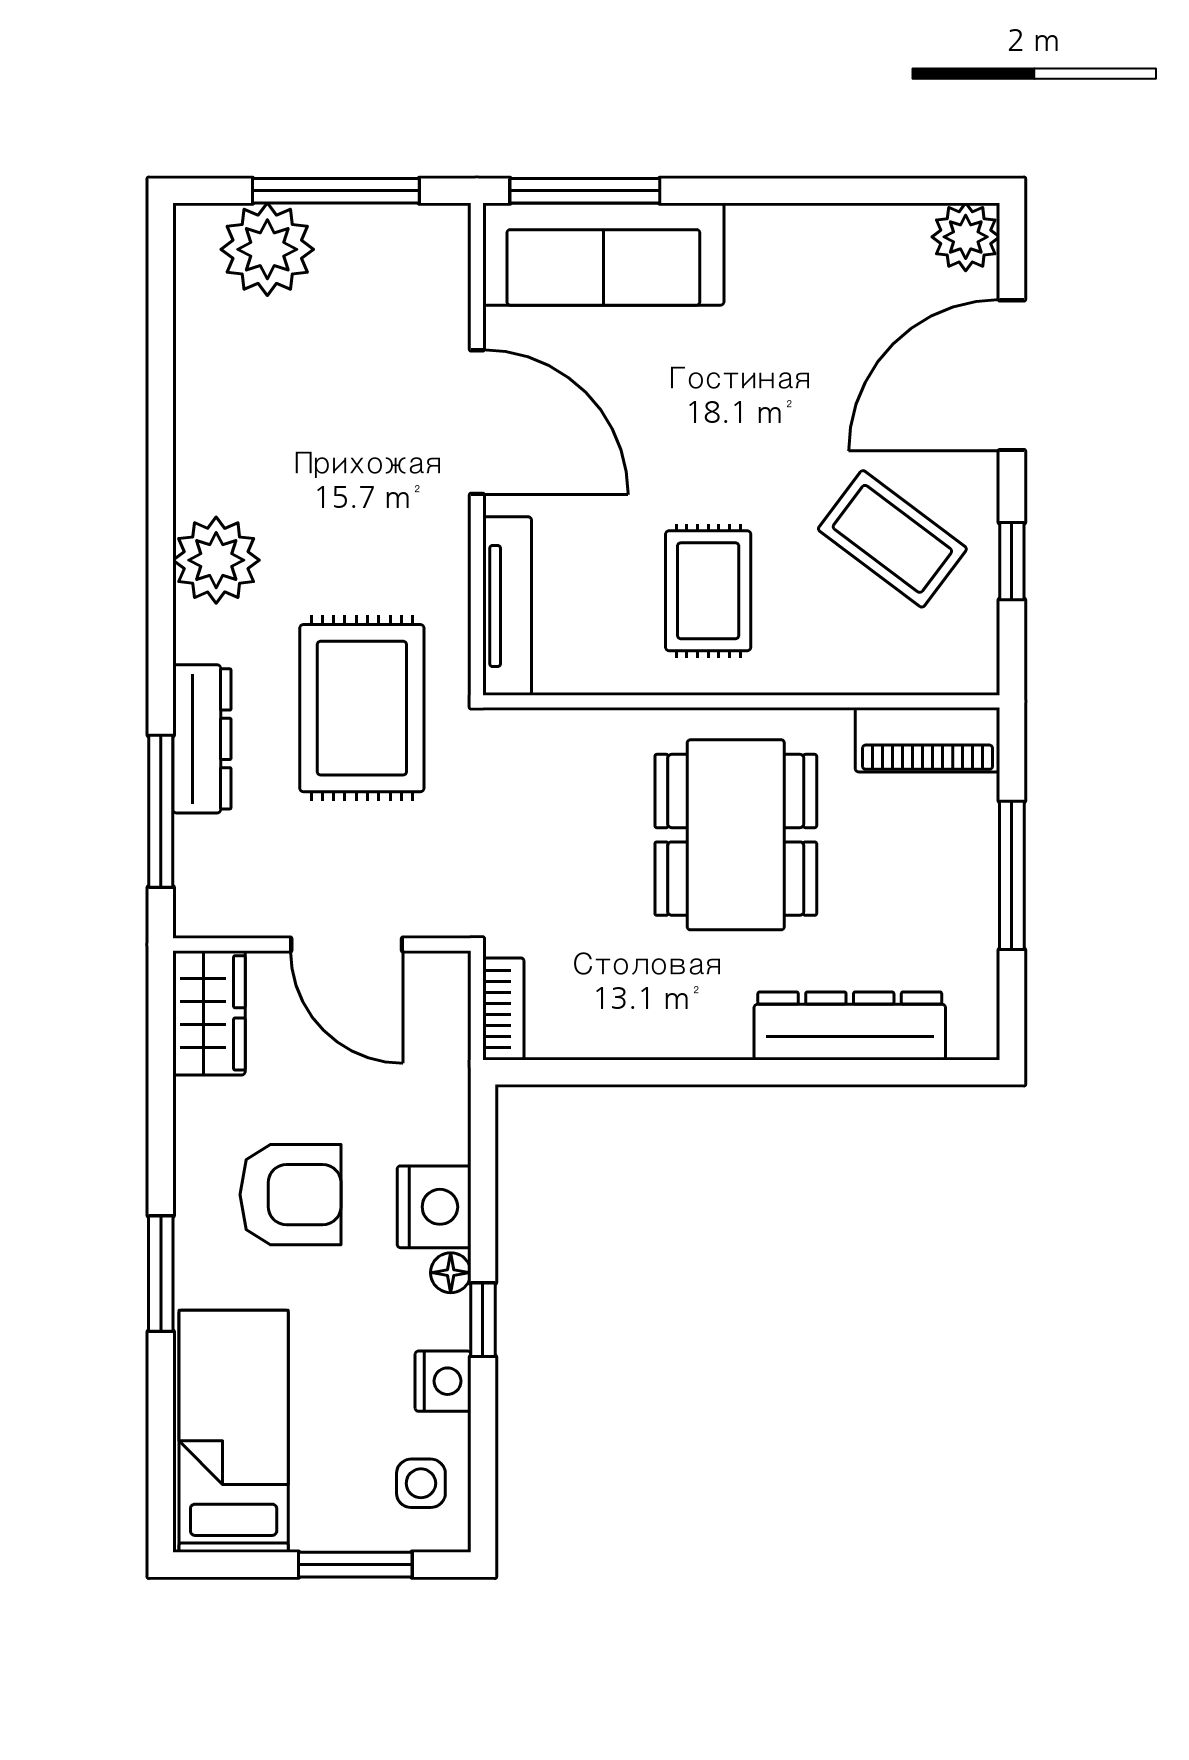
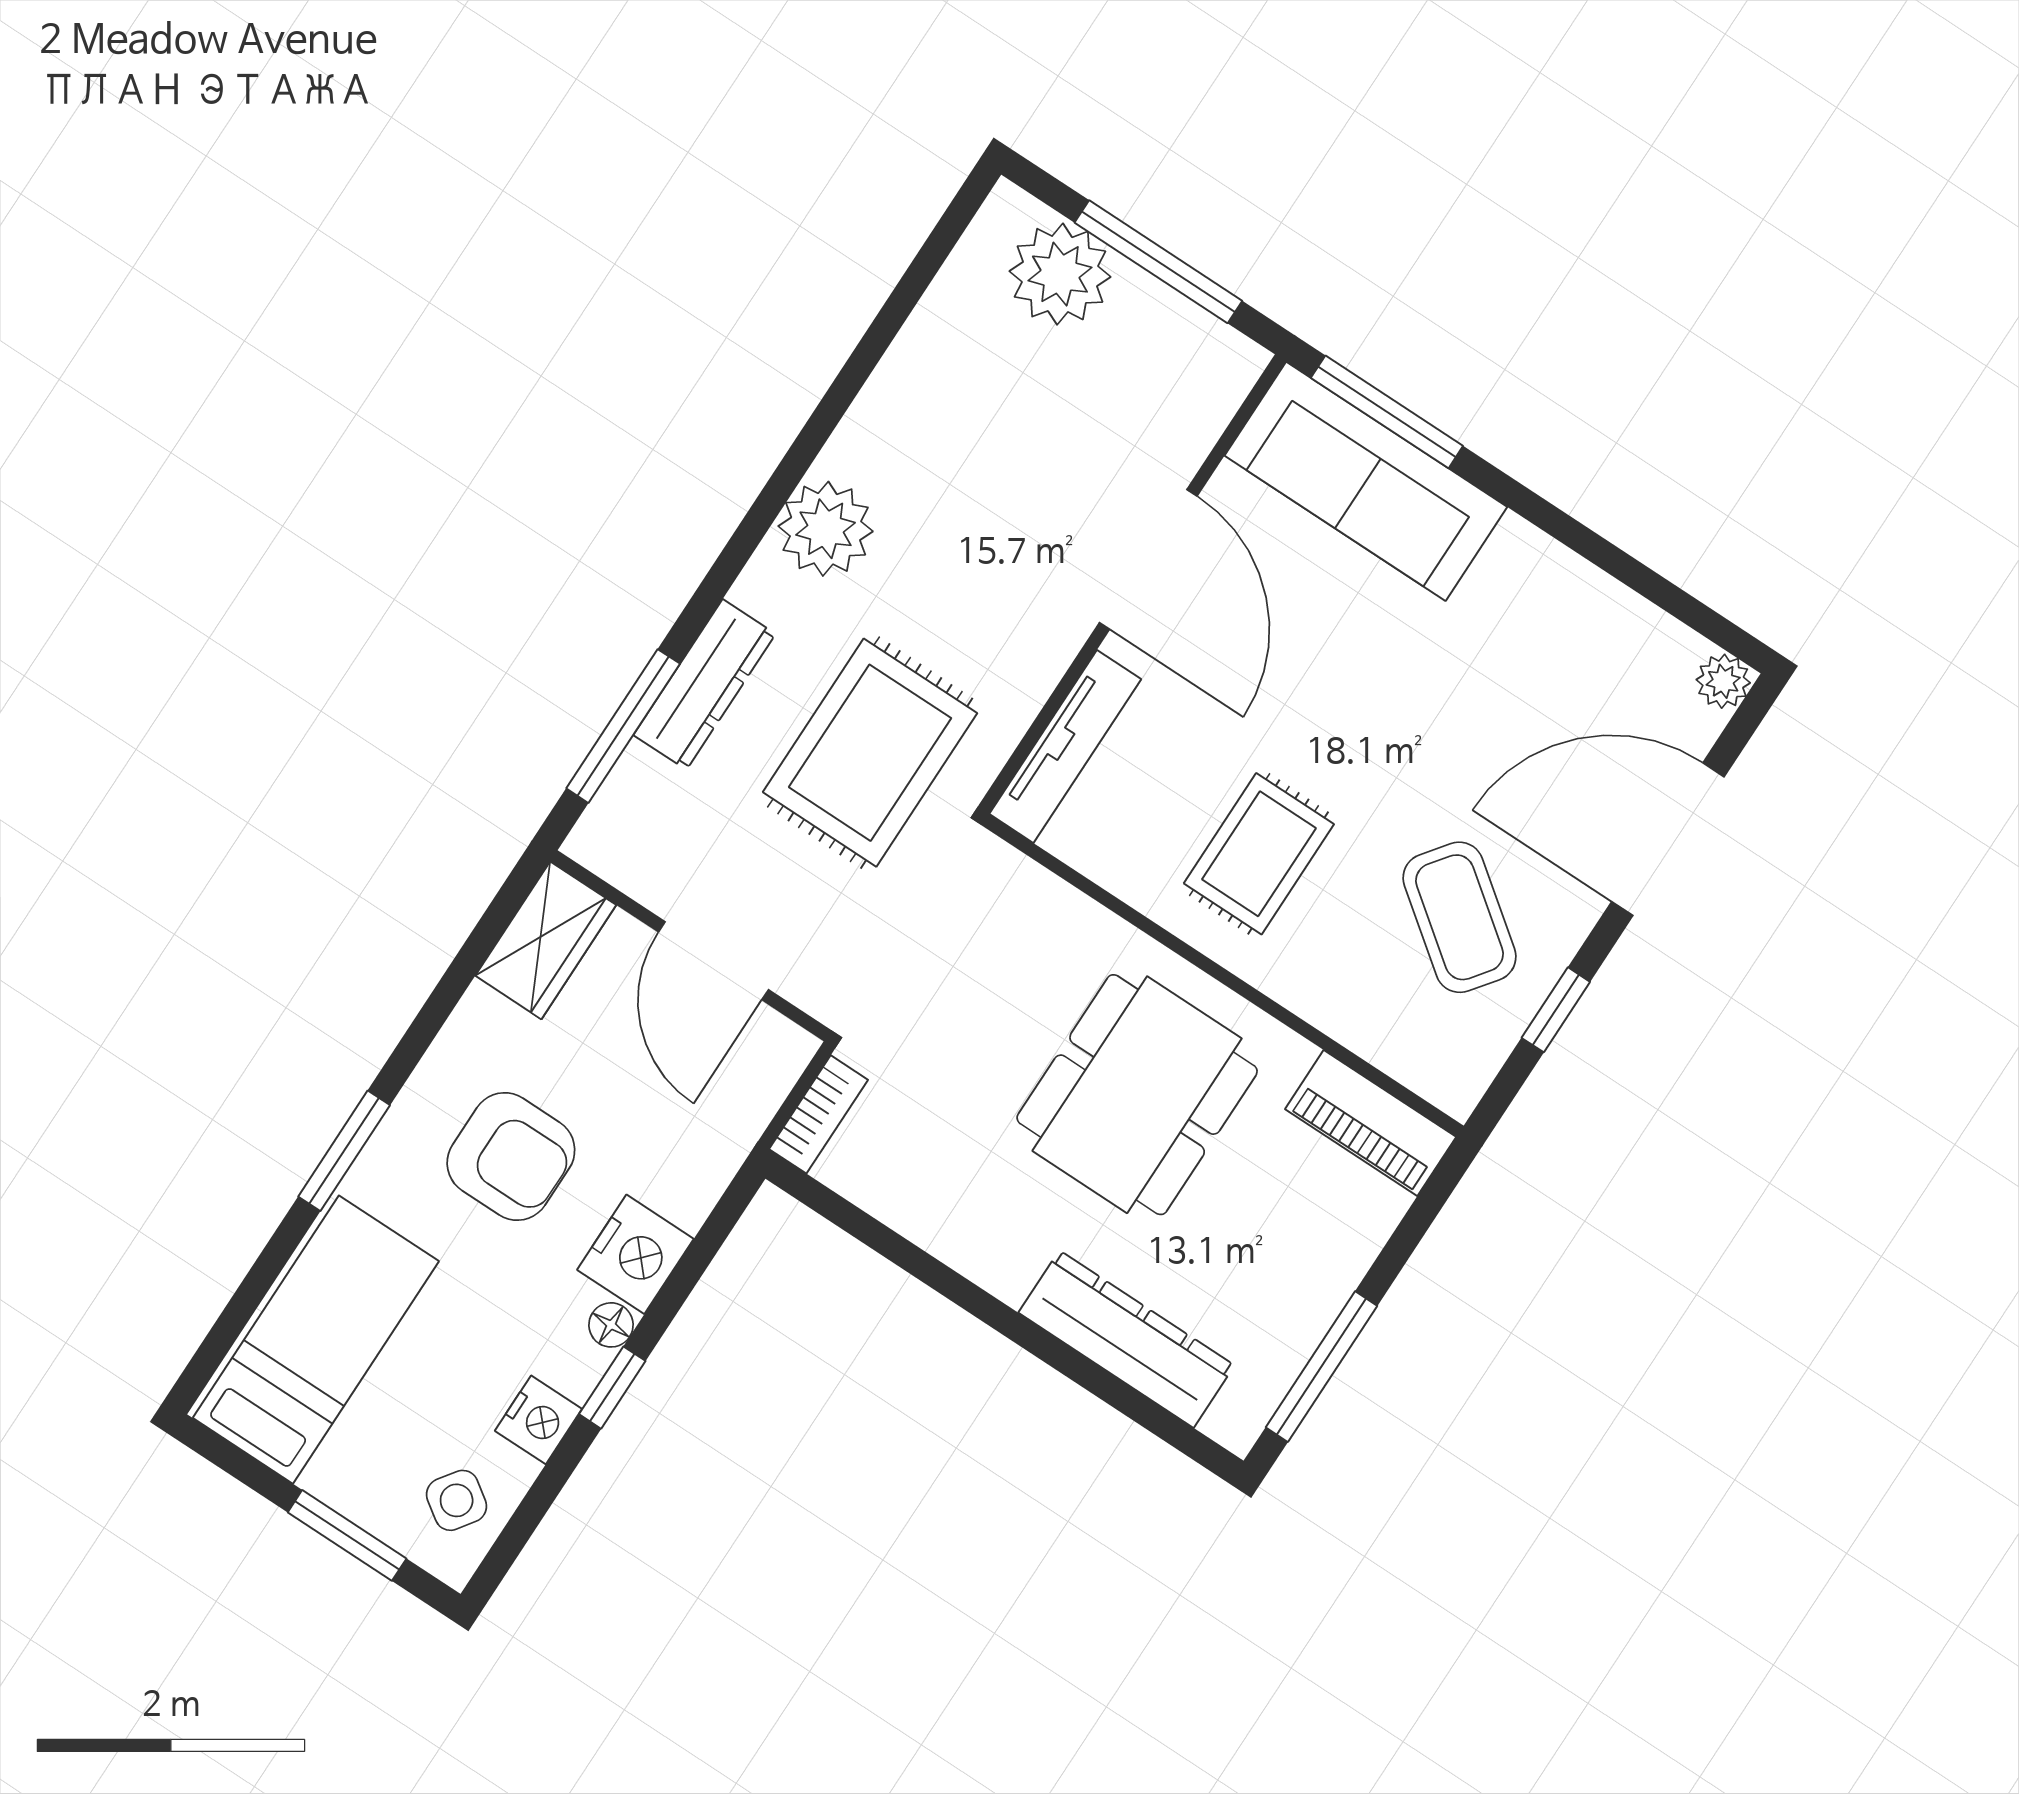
plant: (966, 237) -> (1723, 681), width x0.73, depth x0.73
window: (1012, 875) -> (1321, 1367), moved
side table: (421, 1483) -> (457, 1500), turned 35

